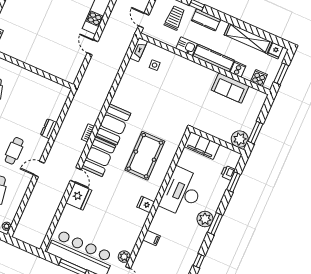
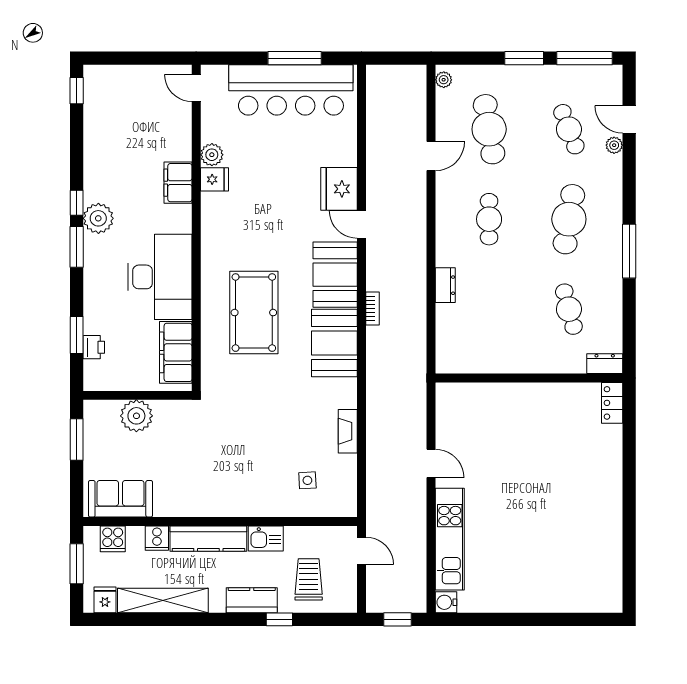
trolley: (175, 18) -> (309, 579), turned 180
fireplace: (139, 50) -> (348, 431), moved
sofa: (230, 88) -> (120, 499), moved
plant: (240, 139) -> (136, 416), moved
filing cabinet: (202, 146) -> (176, 352), moved, turned -90
door: (39, 169) -> (431, 156), moved
fridge: (146, 204) -> (214, 179), moved
plant: (205, 219) -> (98, 218), moved
filing cabinet: (152, 238) -> (178, 183), width x2.00
plant: (124, 257) -> (212, 155), moved
window: (199, 261) -> (77, 203), moved

